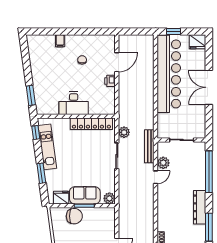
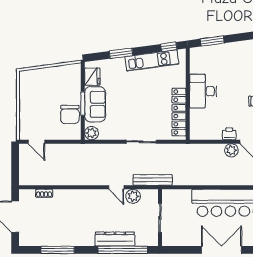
plant: (124, 132) -> (231, 150), moved
dresser: (200, 207) -> (115, 239), moved
chair: (74, 216) -> (70, 114), moved

